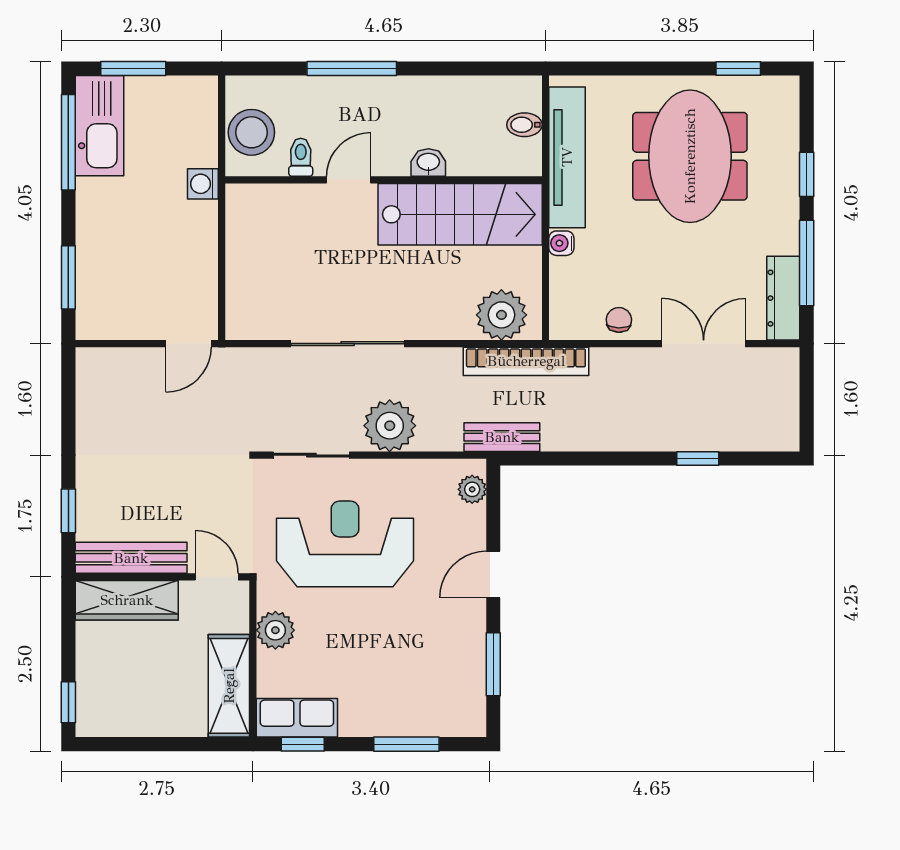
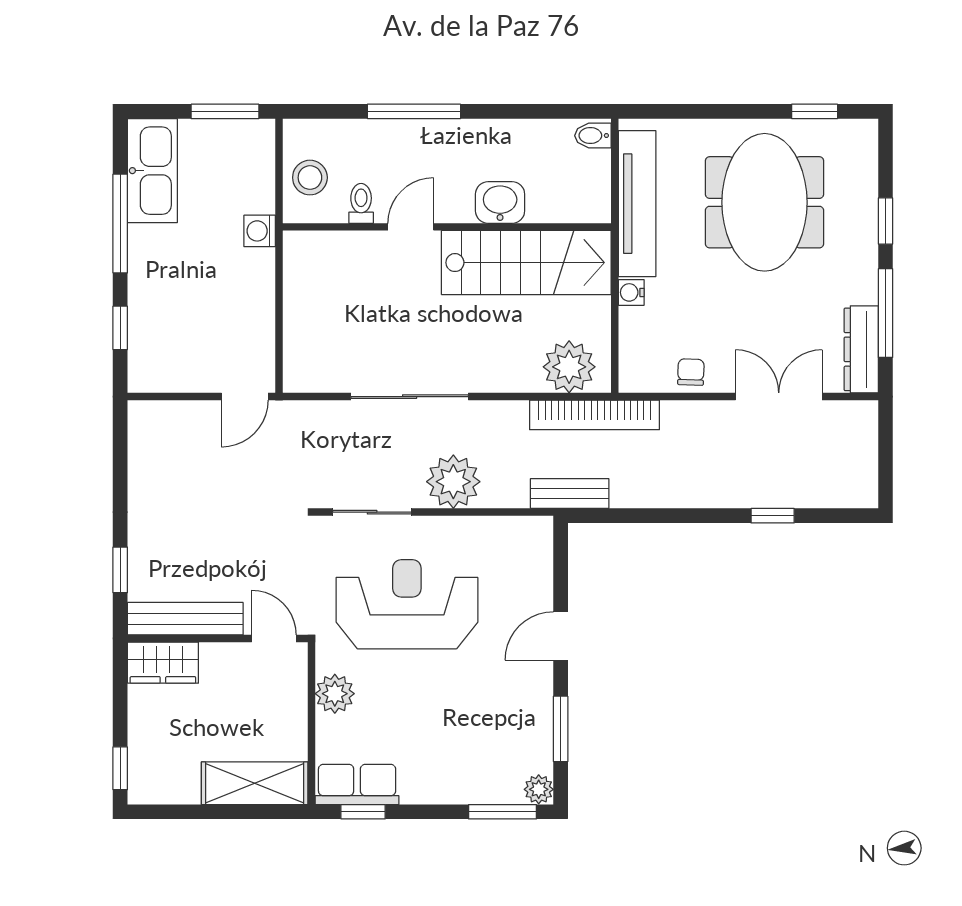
window: (133, 69) -> (225, 111), moved
bidet: (524, 125) -> (593, 136), moved
stool: (251, 132) -> (310, 178), width x0.73, depth x0.73
window: (68, 142) -> (120, 224), moved
washbasin: (428, 163) -> (500, 202), width x1.38, depth x1.45
window: (68, 277) -> (120, 328), width x0.67
plant: (472, 489) -> (539, 789), moved
wardrobe: (127, 600) -> (163, 663), width x0.67
shelving: (229, 686) -> (255, 783), moved, turned 90
window: (406, 744) -> (502, 812), moved

